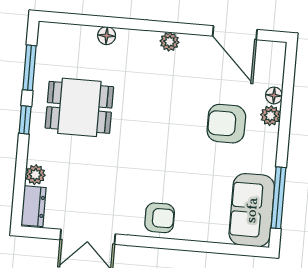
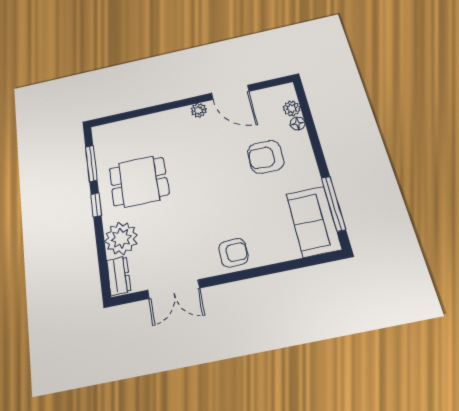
door: (235, 33) -> (230, 92), moved
floor lamp: (107, 36) -> (147, 121), removed
plant: (270, 116) -> (292, 108), moved
plant: (35, 175) -> (121, 238), width x1.88, depth x1.88

